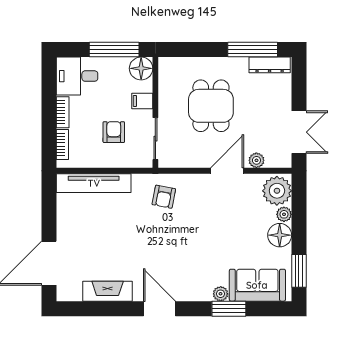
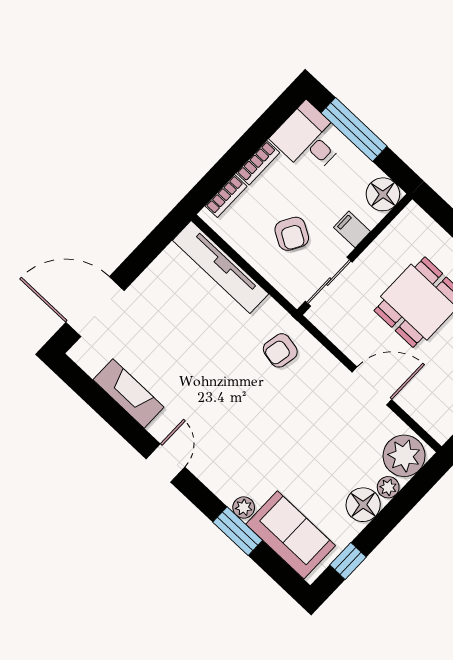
window: (114, 49) -> (354, 130), moved
armchair: (114, 132) -> (292, 234), turned 120
plant: (256, 160) -> (413, 404), removed
window: (299, 271) -> (348, 561), width x0.67
door: (160, 309) -> (165, 463), width x0.73

